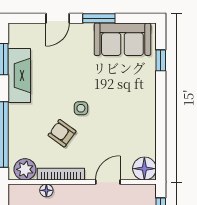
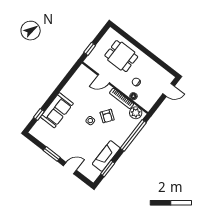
sofa: (122, 39) -> (57, 110), moved, turned 90
floor lamp: (144, 169) -> (83, 72), removed

